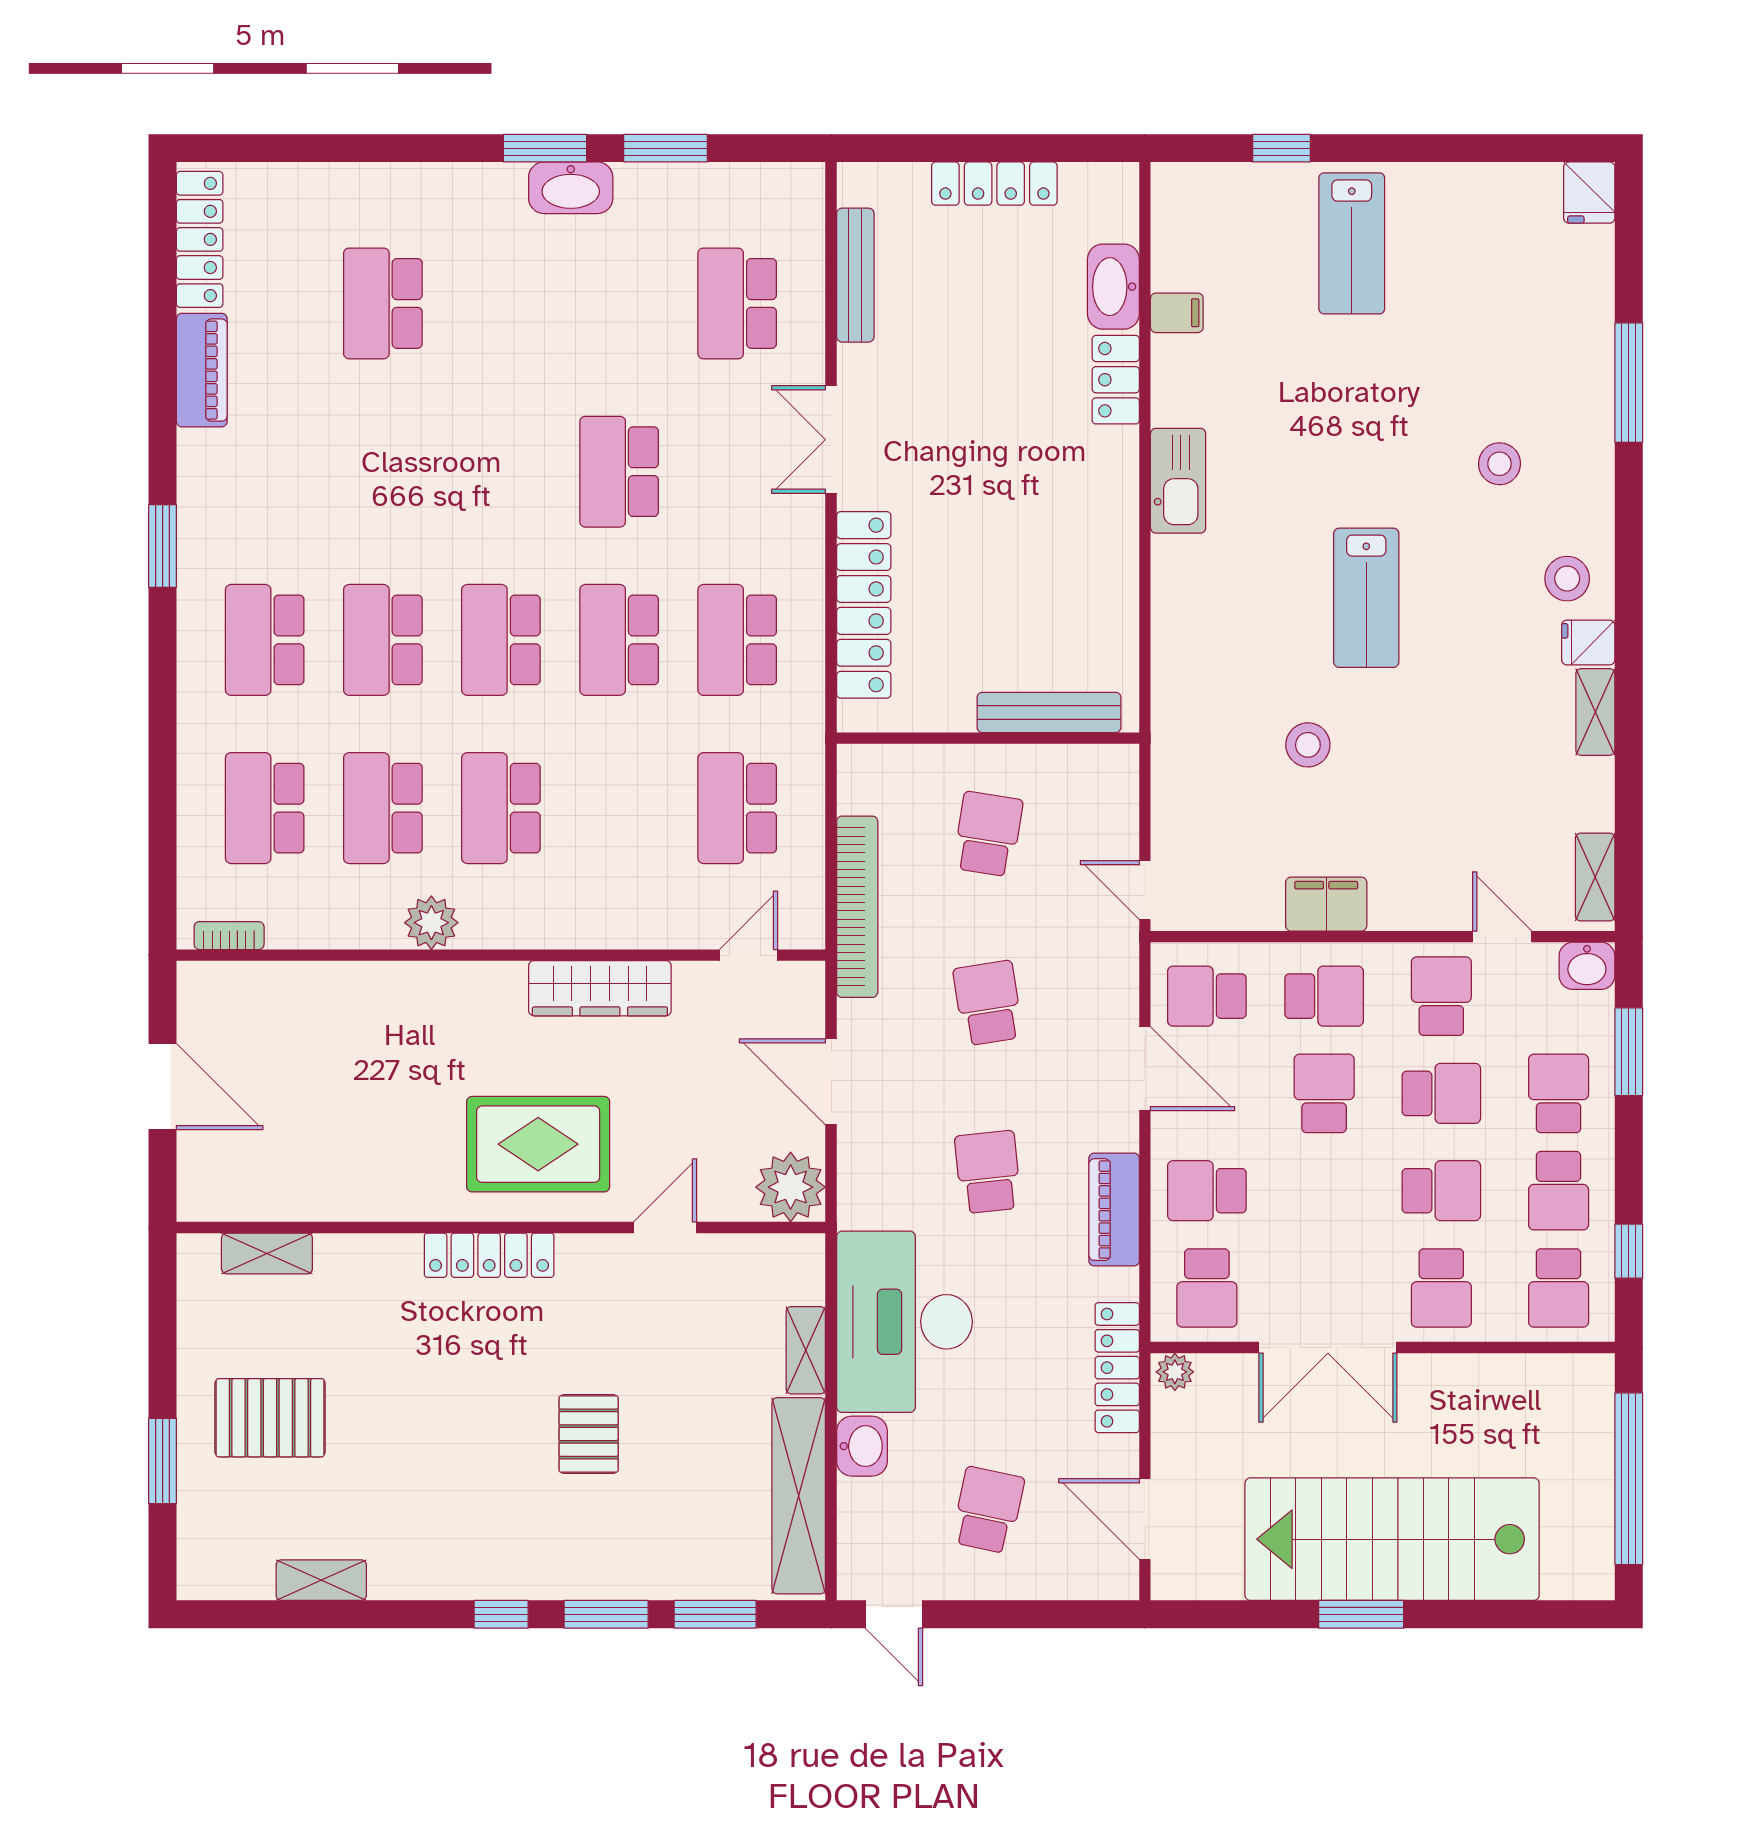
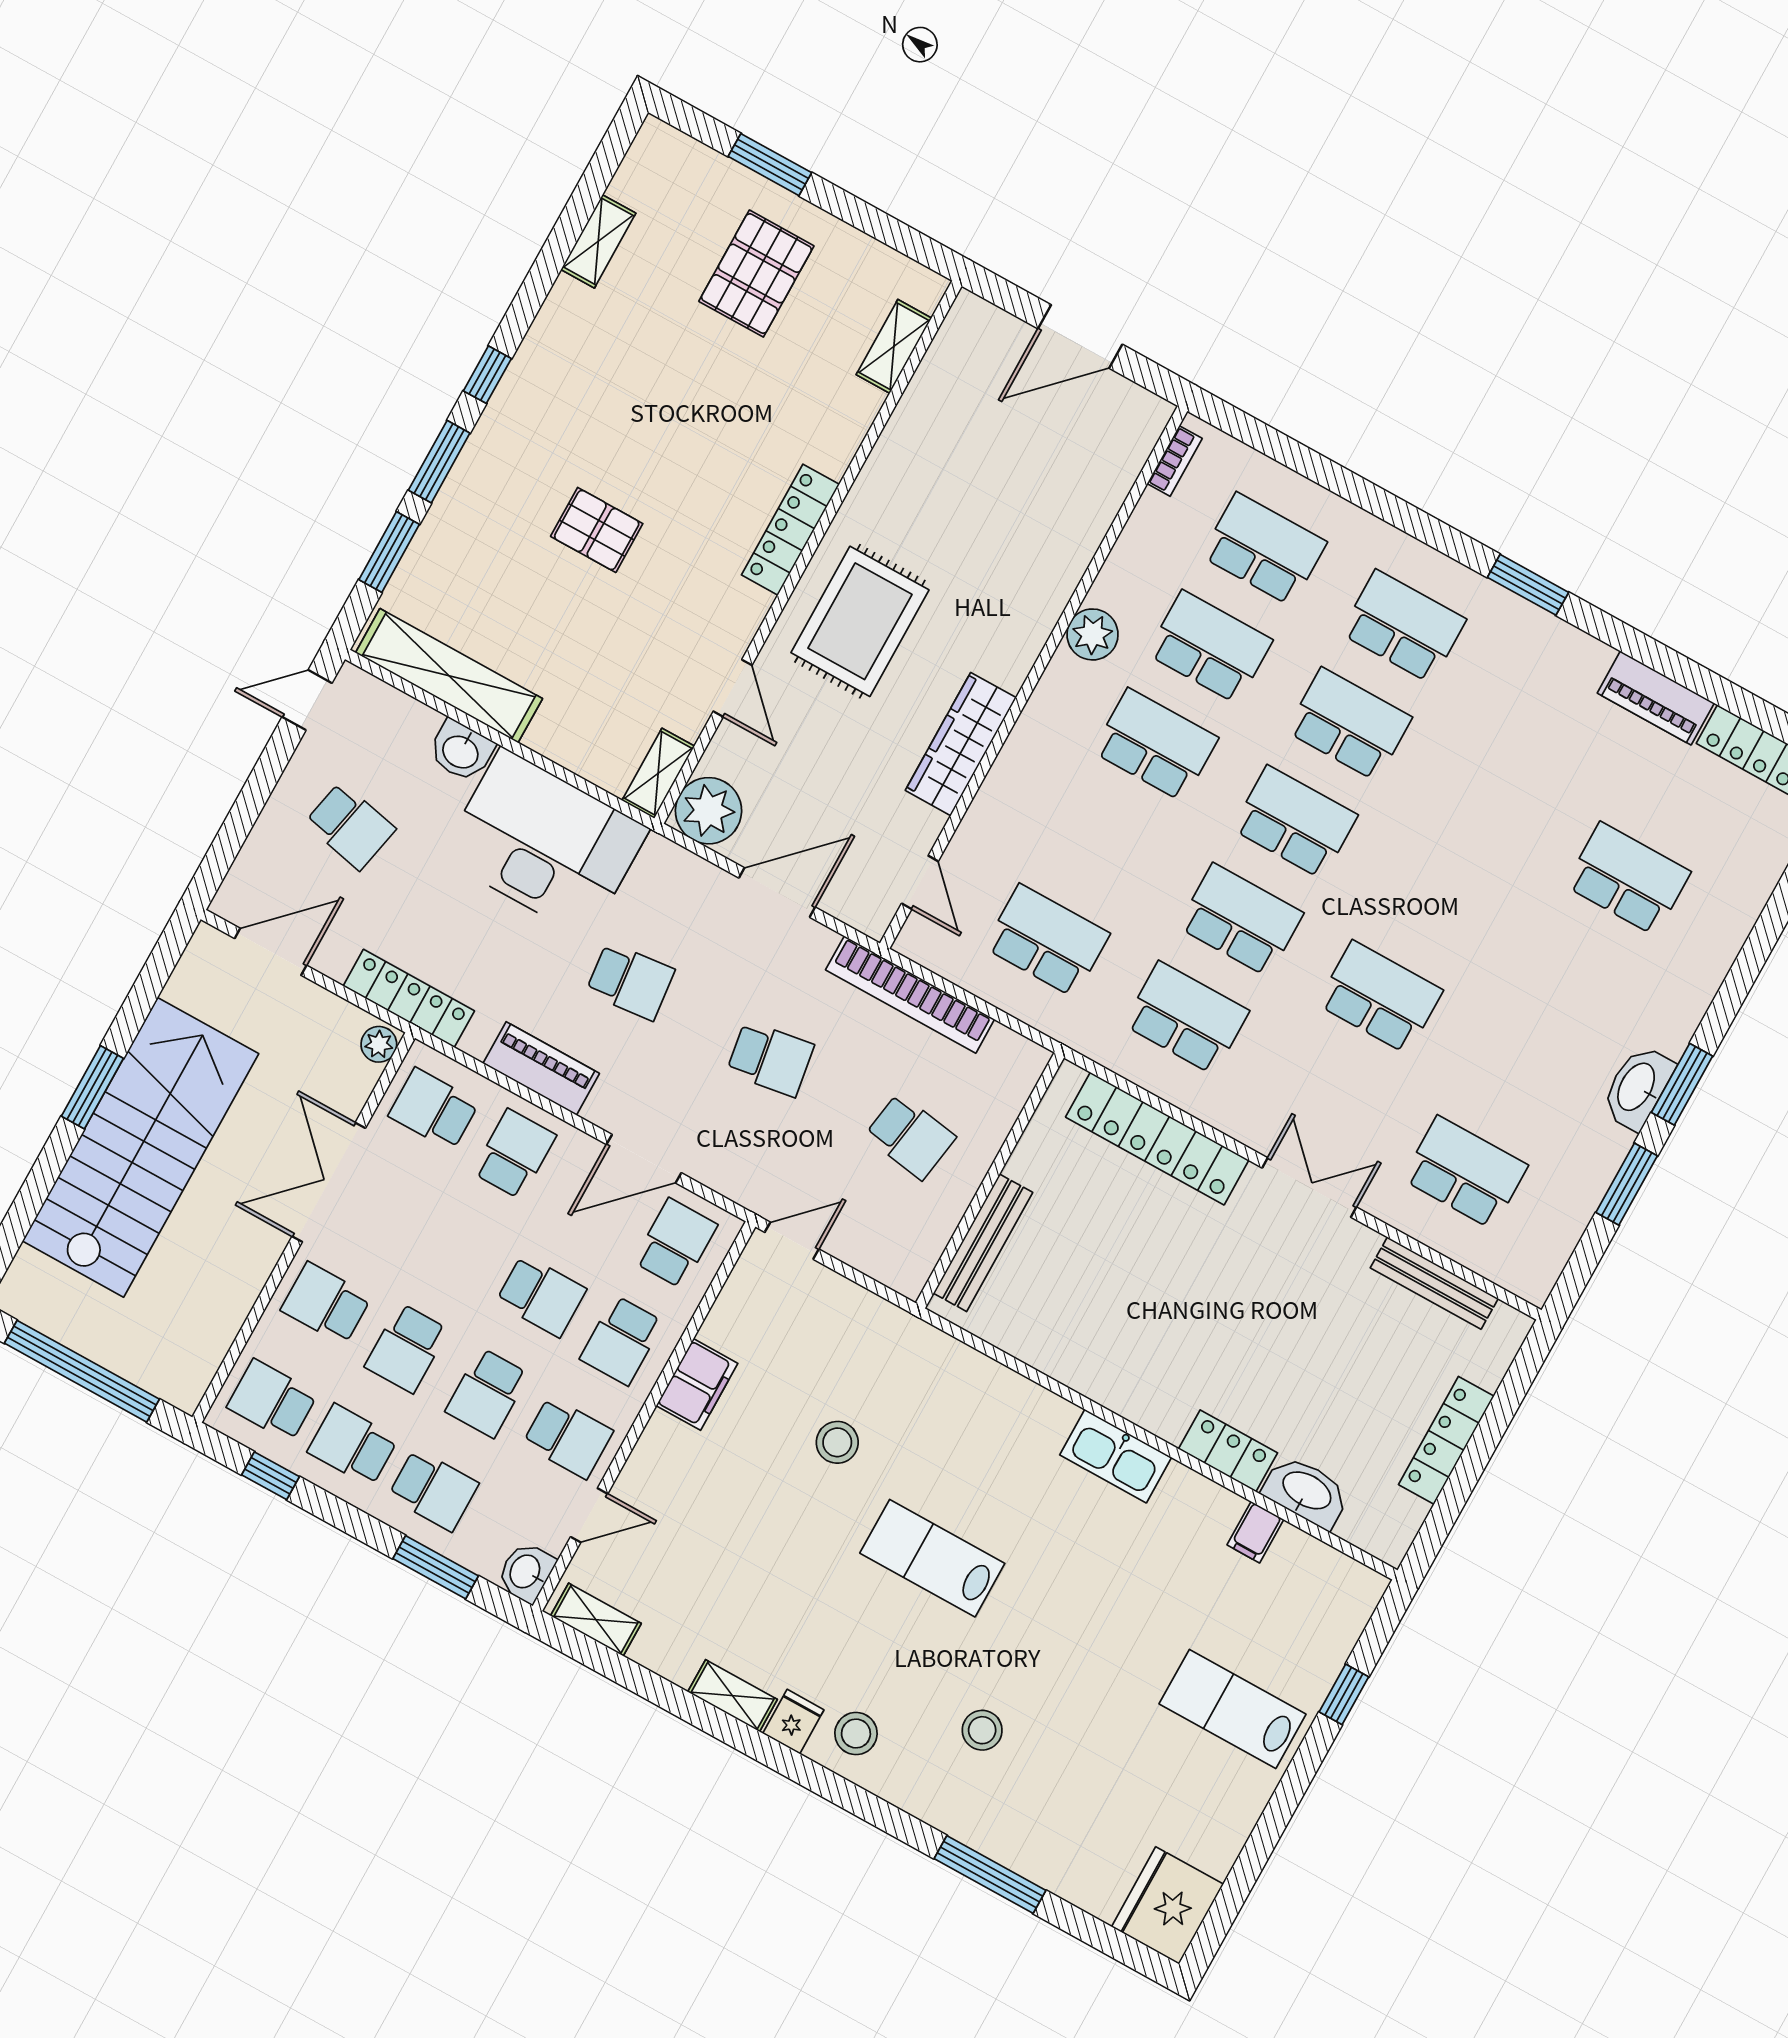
fridge: (1589, 193) -> (1167, 1906), width x1.88, depth x1.34
shelving: (806, 1350) -> (658, 773), moved, turned 90

